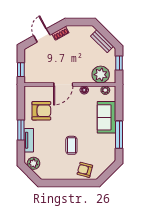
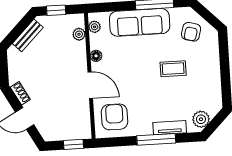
plant: (101, 75) -> (79, 34), width x0.53, depth x0.53
armchair: (41, 111) -> (114, 117), moved
sofa: (107, 117) -> (140, 22), width x1.36
window: (21, 130) -> (156, 139), width x1.44
armchair: (85, 170) -> (191, 32), moved

